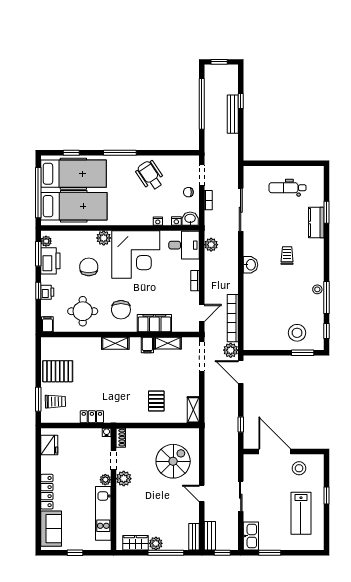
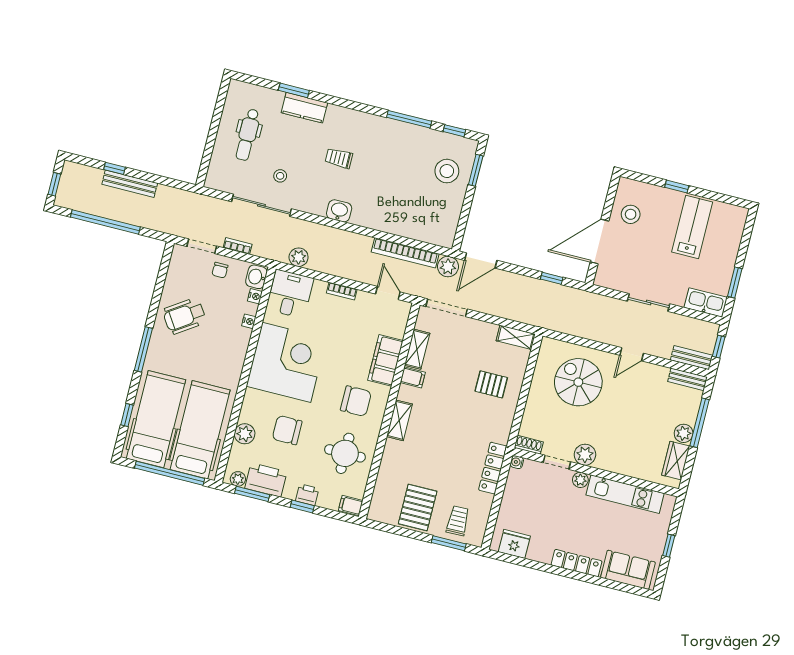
plant: (104, 238) -> (245, 434), moved
stool: (317, 289) -> (280, 176), moved
locker: (92, 417) -> (493, 468), width x1.53
lab bench: (301, 513) -> (692, 227), turned -90

